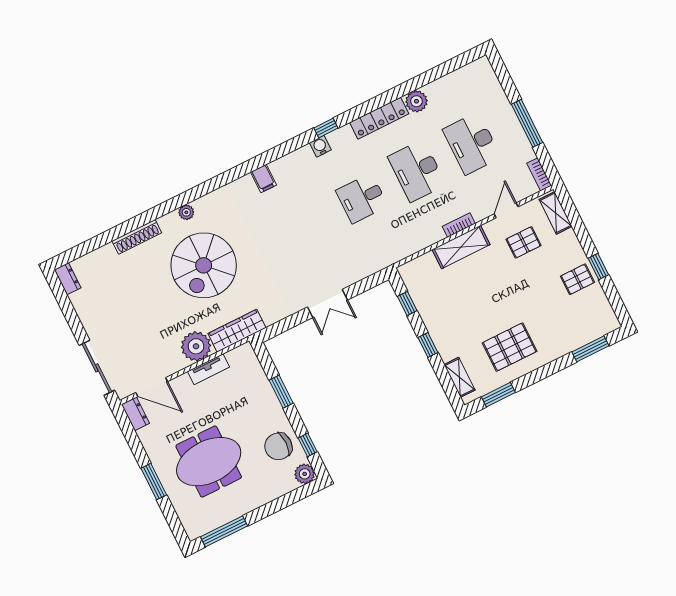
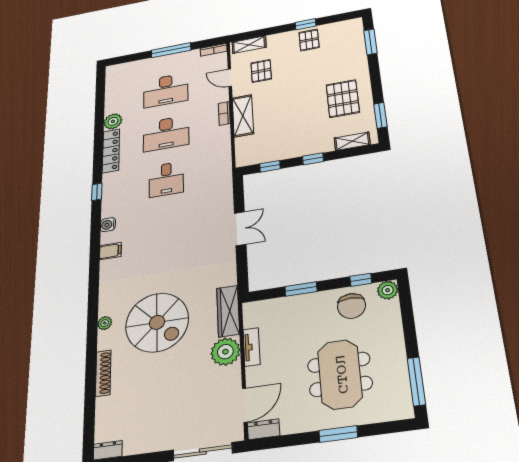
water cooler: (320, 146) -> (108, 225), moved

